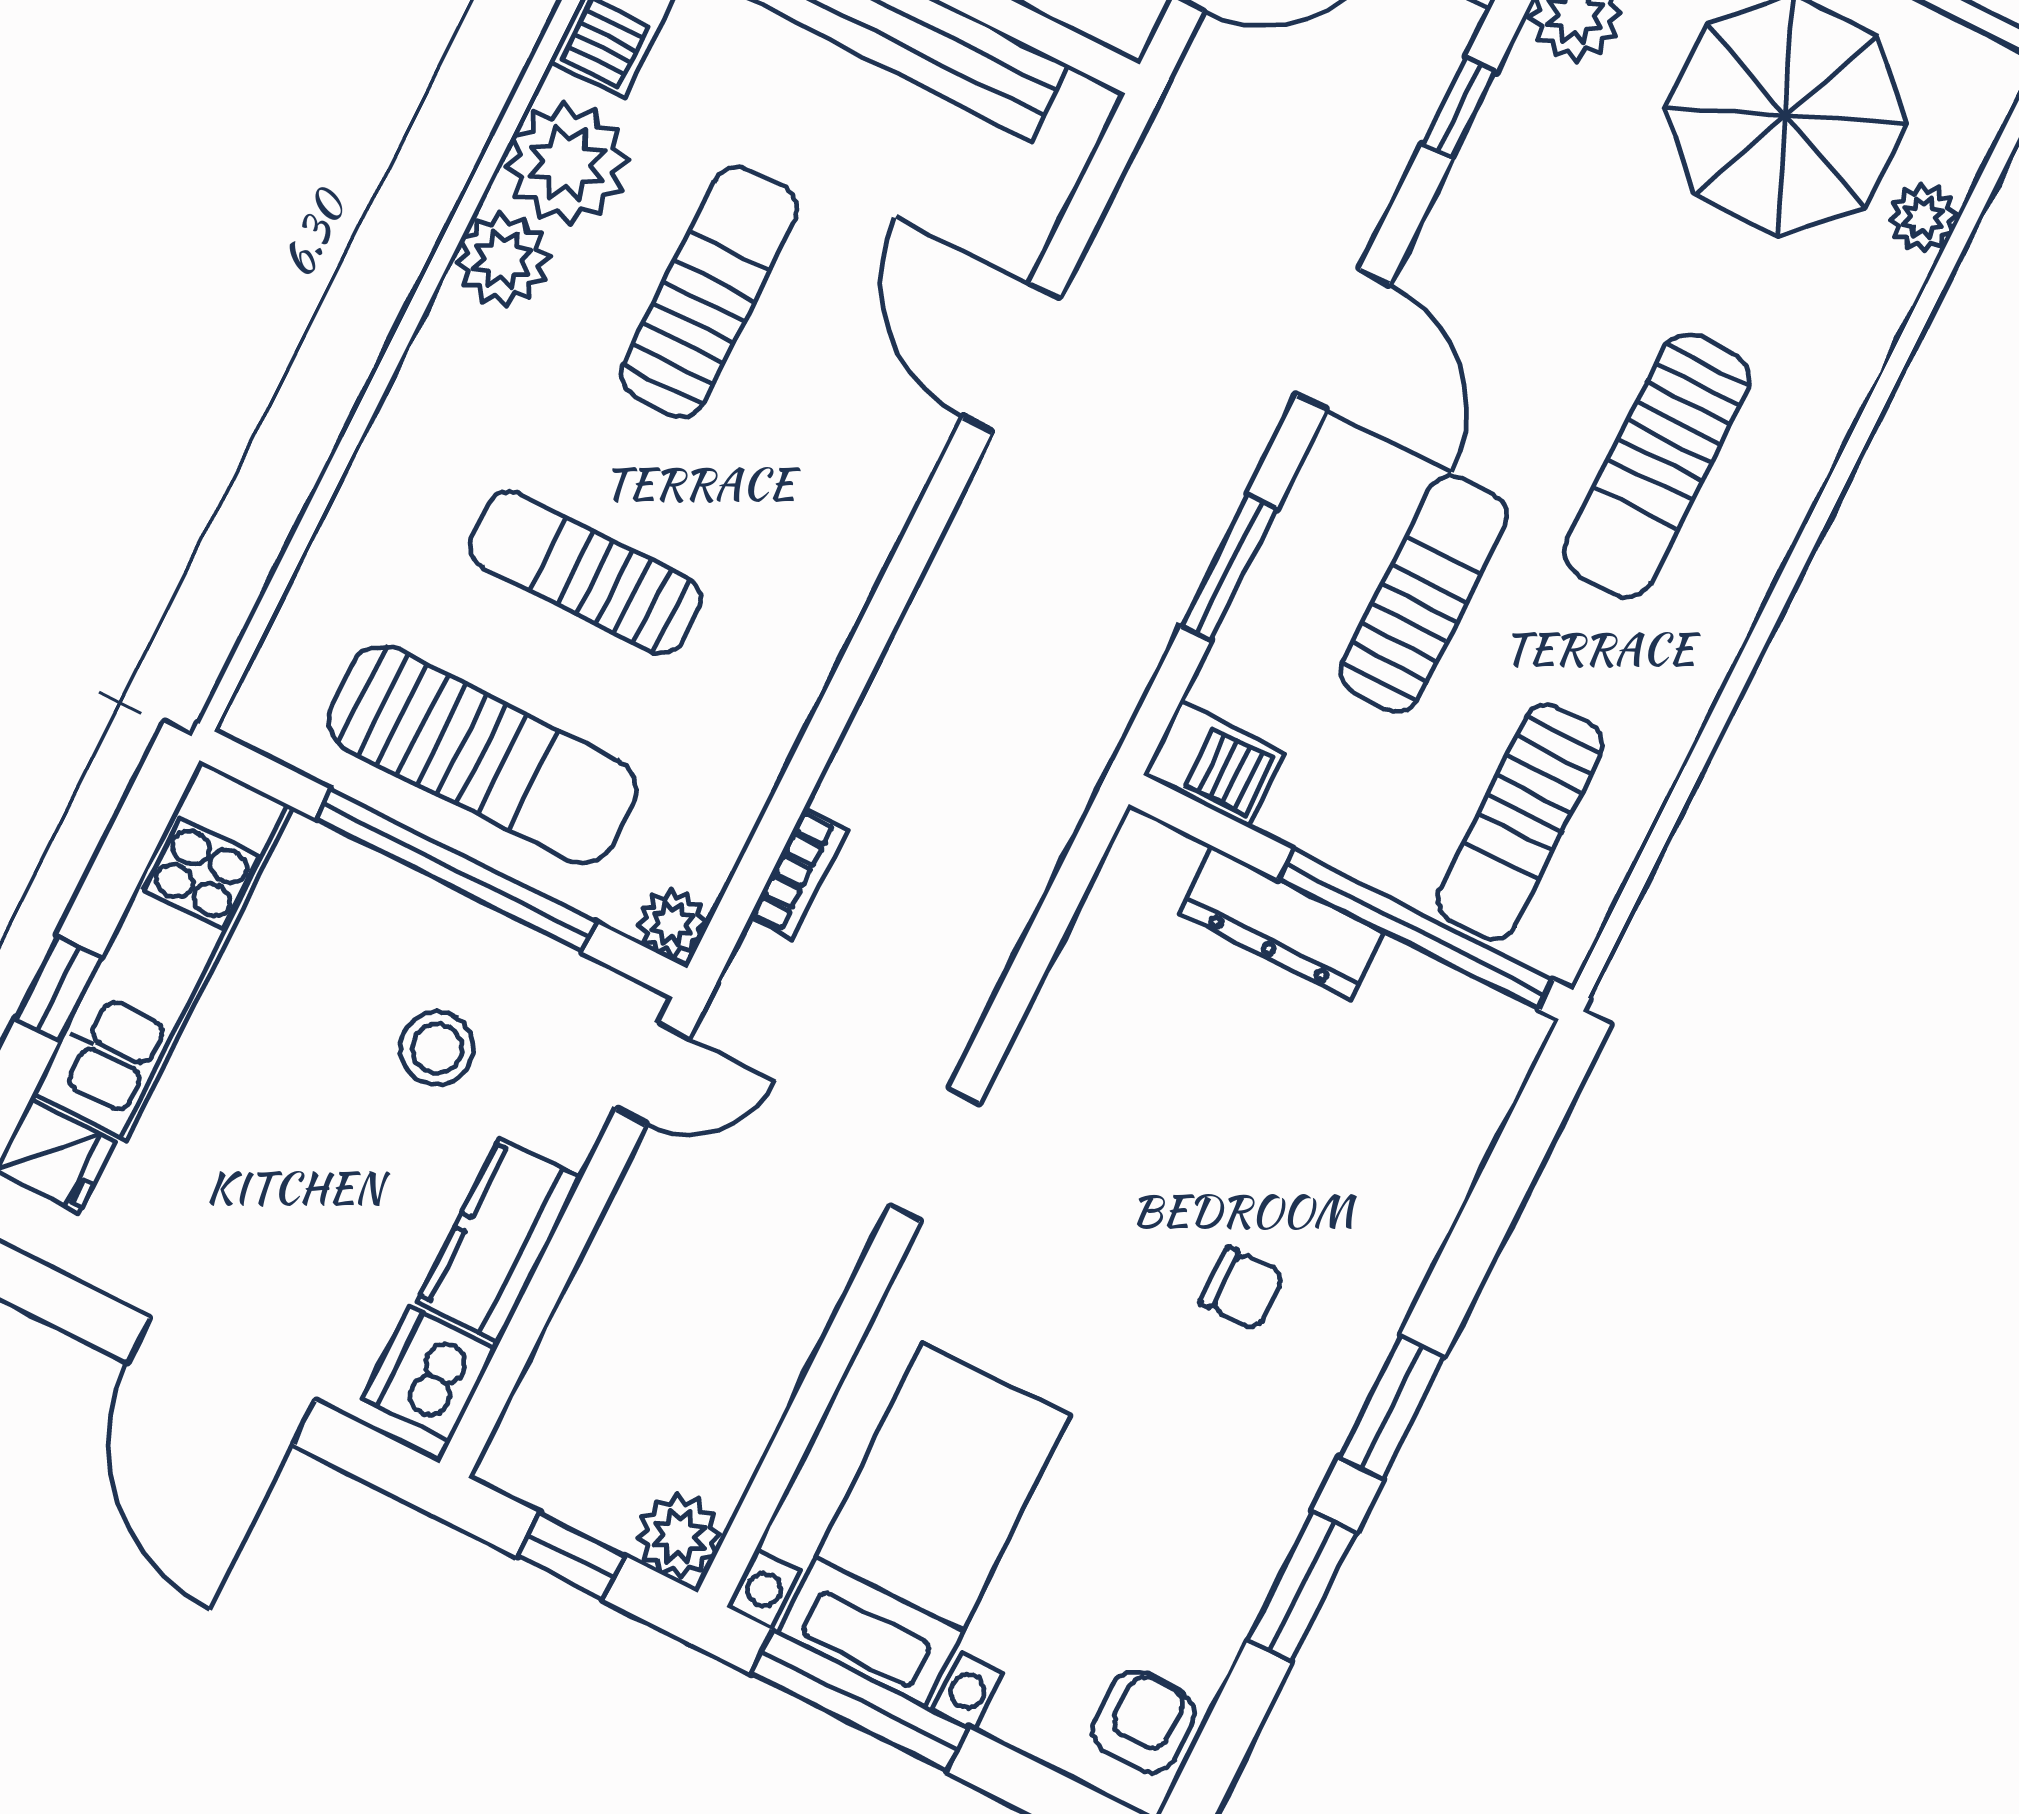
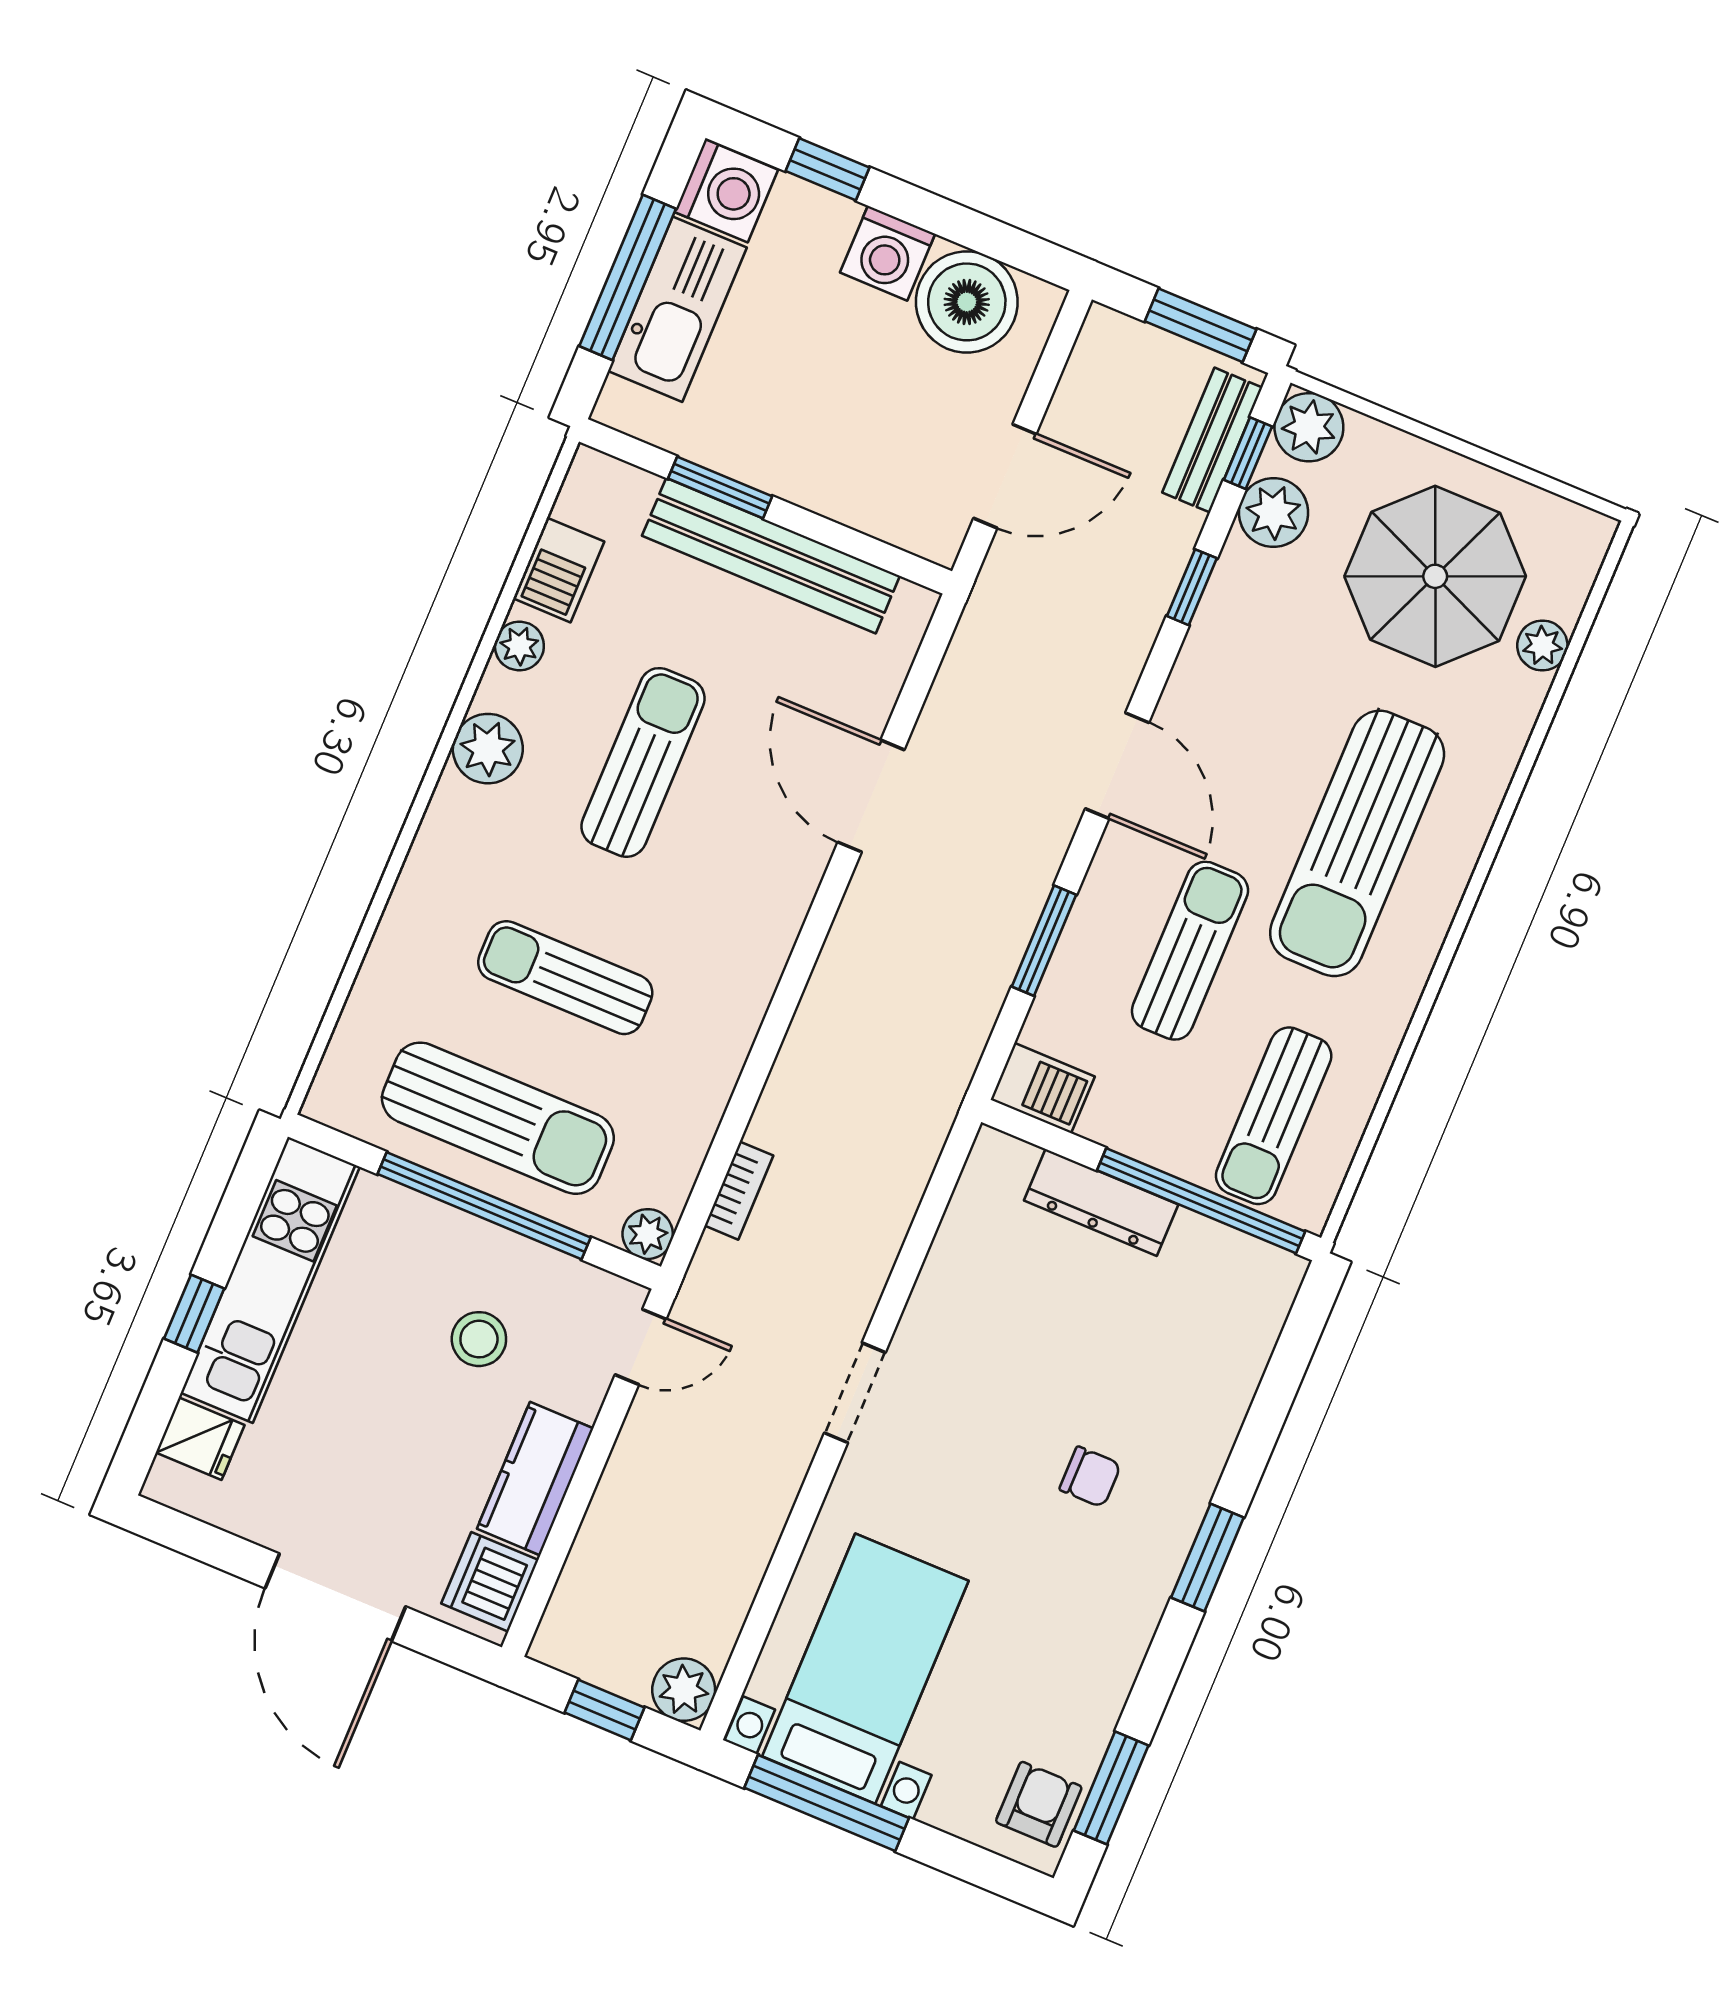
plant: (567, 163) -> (519, 646), width x0.53, depth x0.53
sun lounger: (1657, 465) -> (1357, 843), width x1.36, depth x1.34
window: (1302, 1587) -> (1111, 1788), moved

